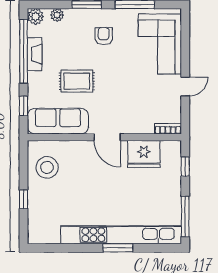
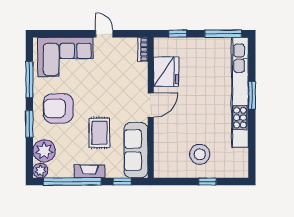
plant: (57, 15) -> (44, 151), width x1.88, depth x1.88
armchair: (104, 36) -> (58, 108), width x1.88, depth x1.88
fireplace: (35, 54) -> (89, 171), moved
stool: (47, 167) -> (200, 154), moved

